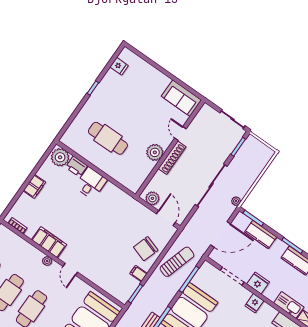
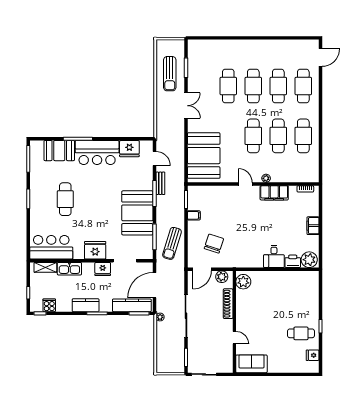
cafe table: (108, 138) -> (301, 333), moved, width x0.73, depth x0.74
plant: (155, 152) -> (243, 282), moved
shoe rack: (172, 158) -> (228, 304), moved
door: (166, 218) -> (202, 269), hinge flipped
kitchen counter: (261, 234) -> (132, 305), width x1.50
chair: (146, 249) -> (214, 244), moved
fridge: (254, 303) -> (95, 250), width x1.88, depth x1.34

